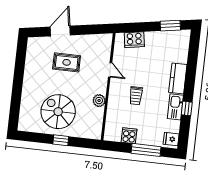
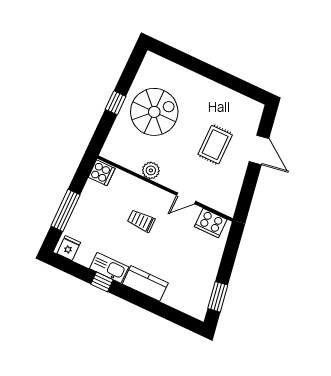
cooker: (134, 40) -> (211, 223), moved, turned -81
cooker: (129, 136) -> (102, 173), moved

